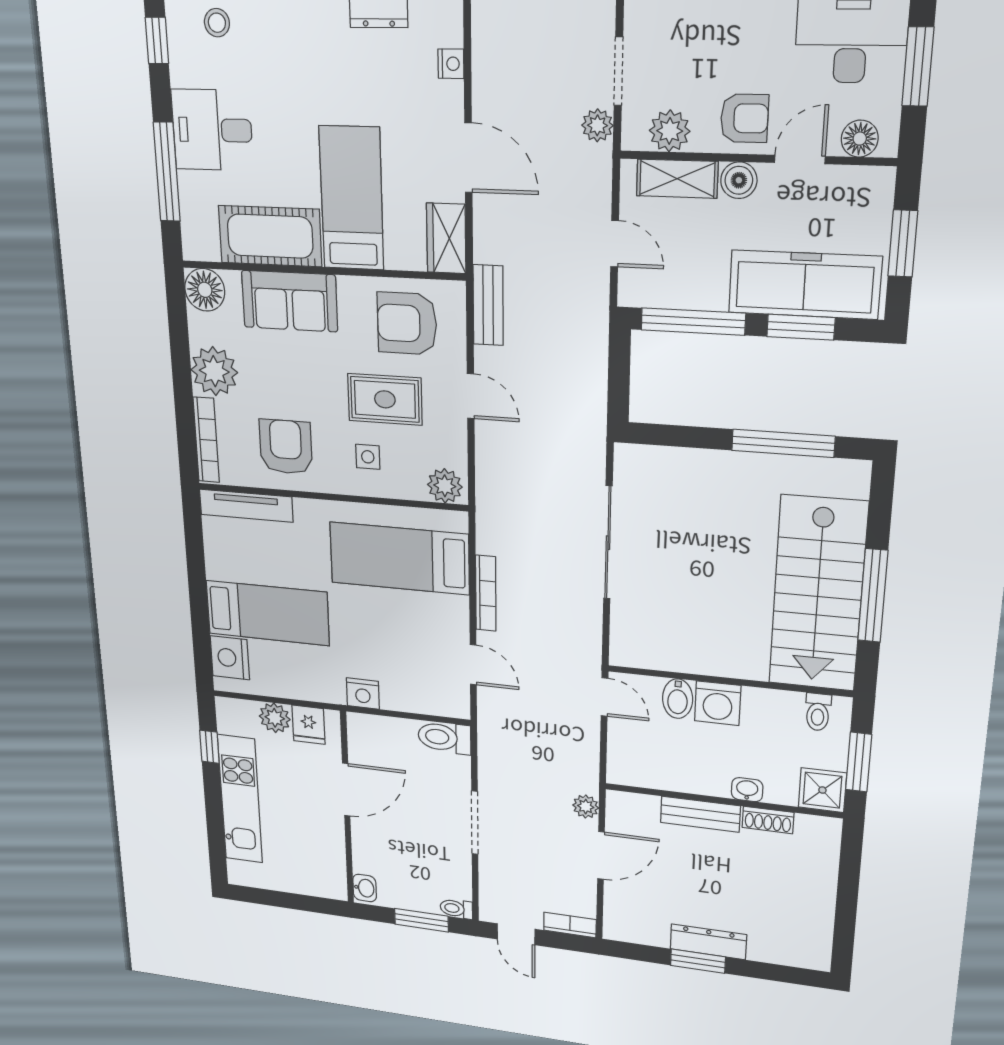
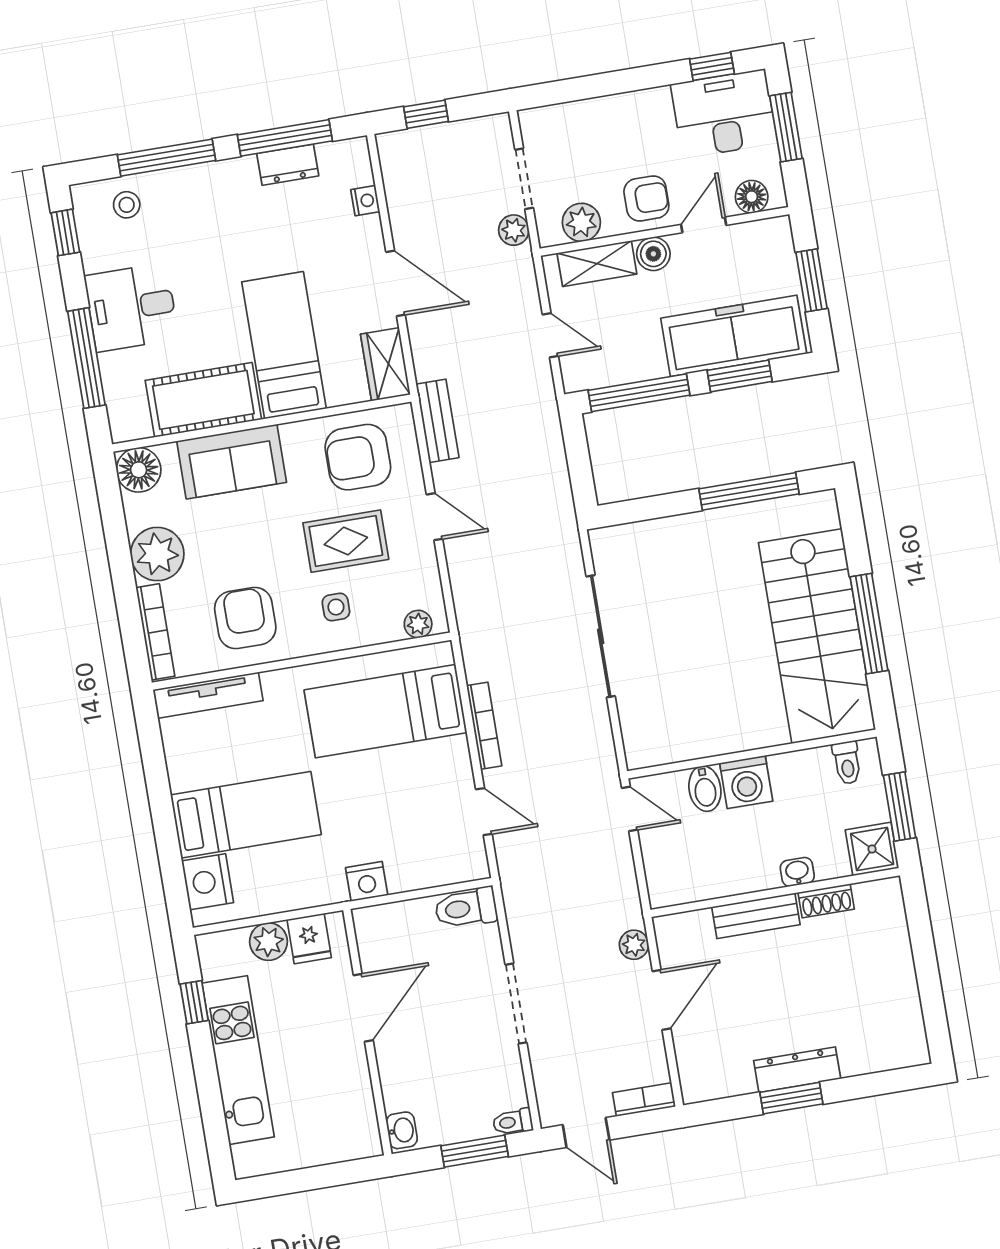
plant: (445, 486) -> (418, 624), width x0.73, depth x0.73

